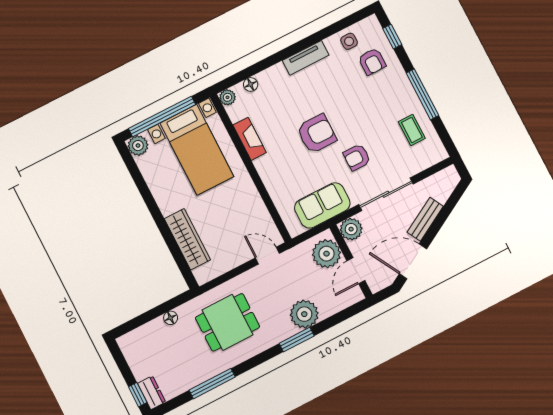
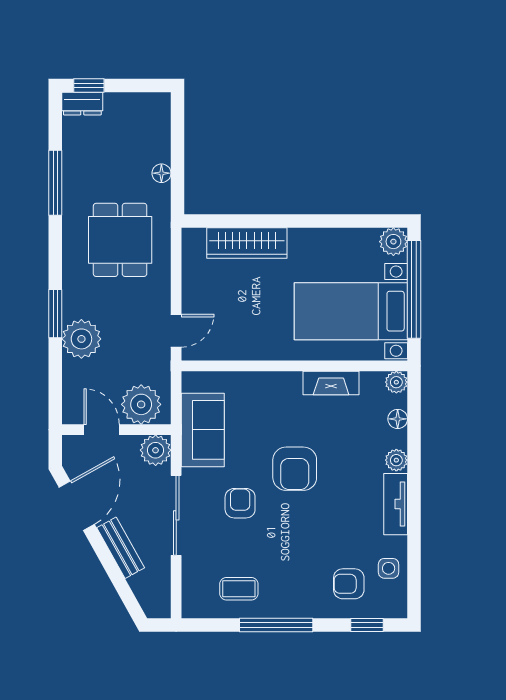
plant: (277, 72) -> (396, 460), added

